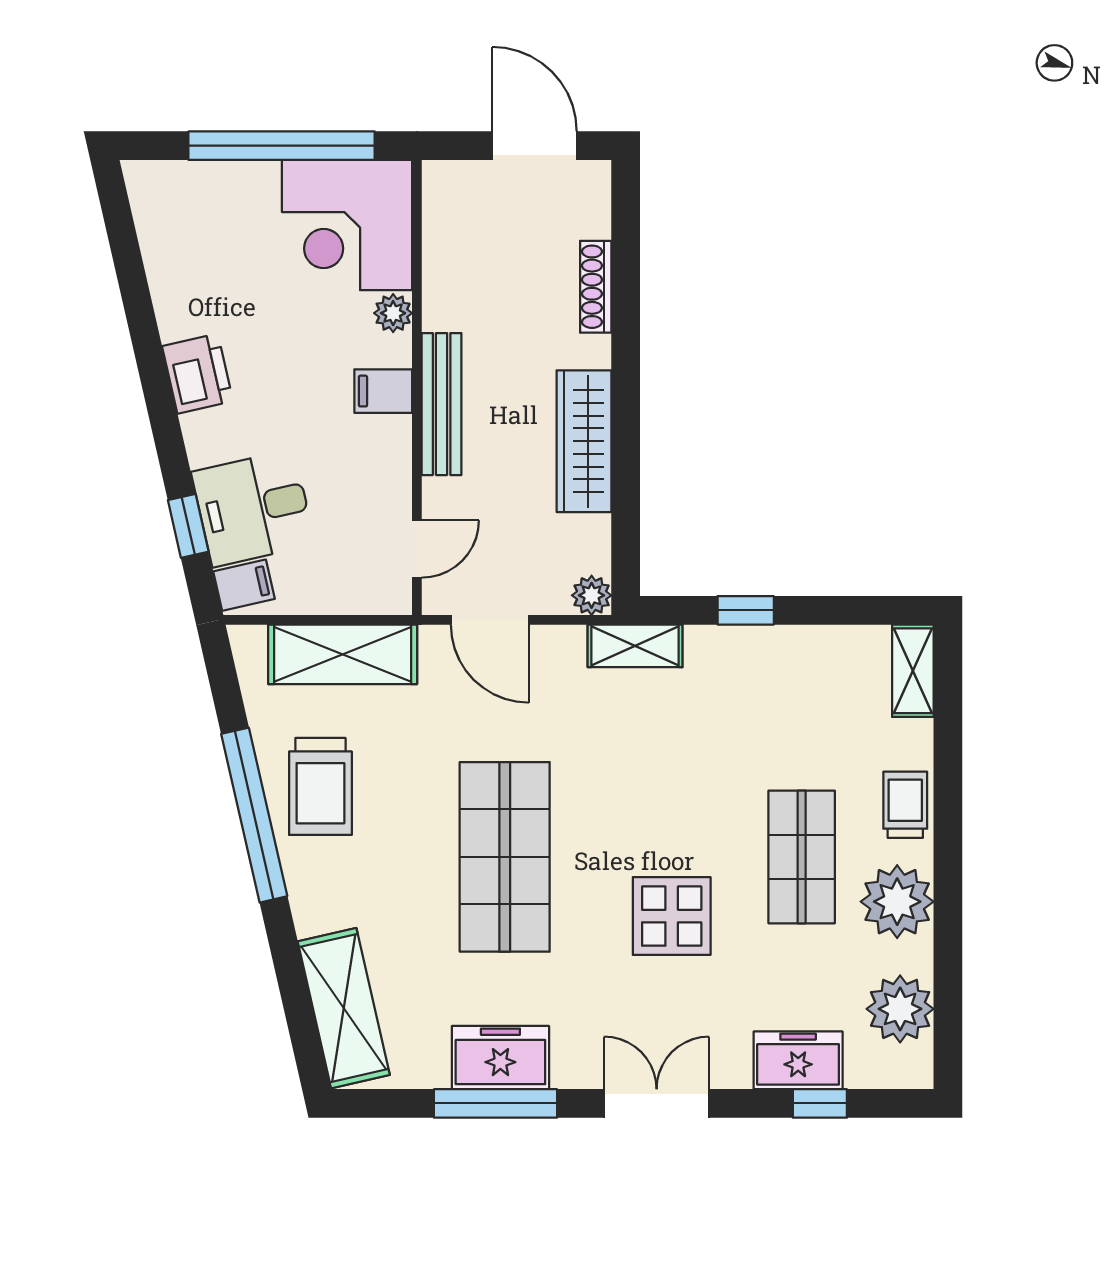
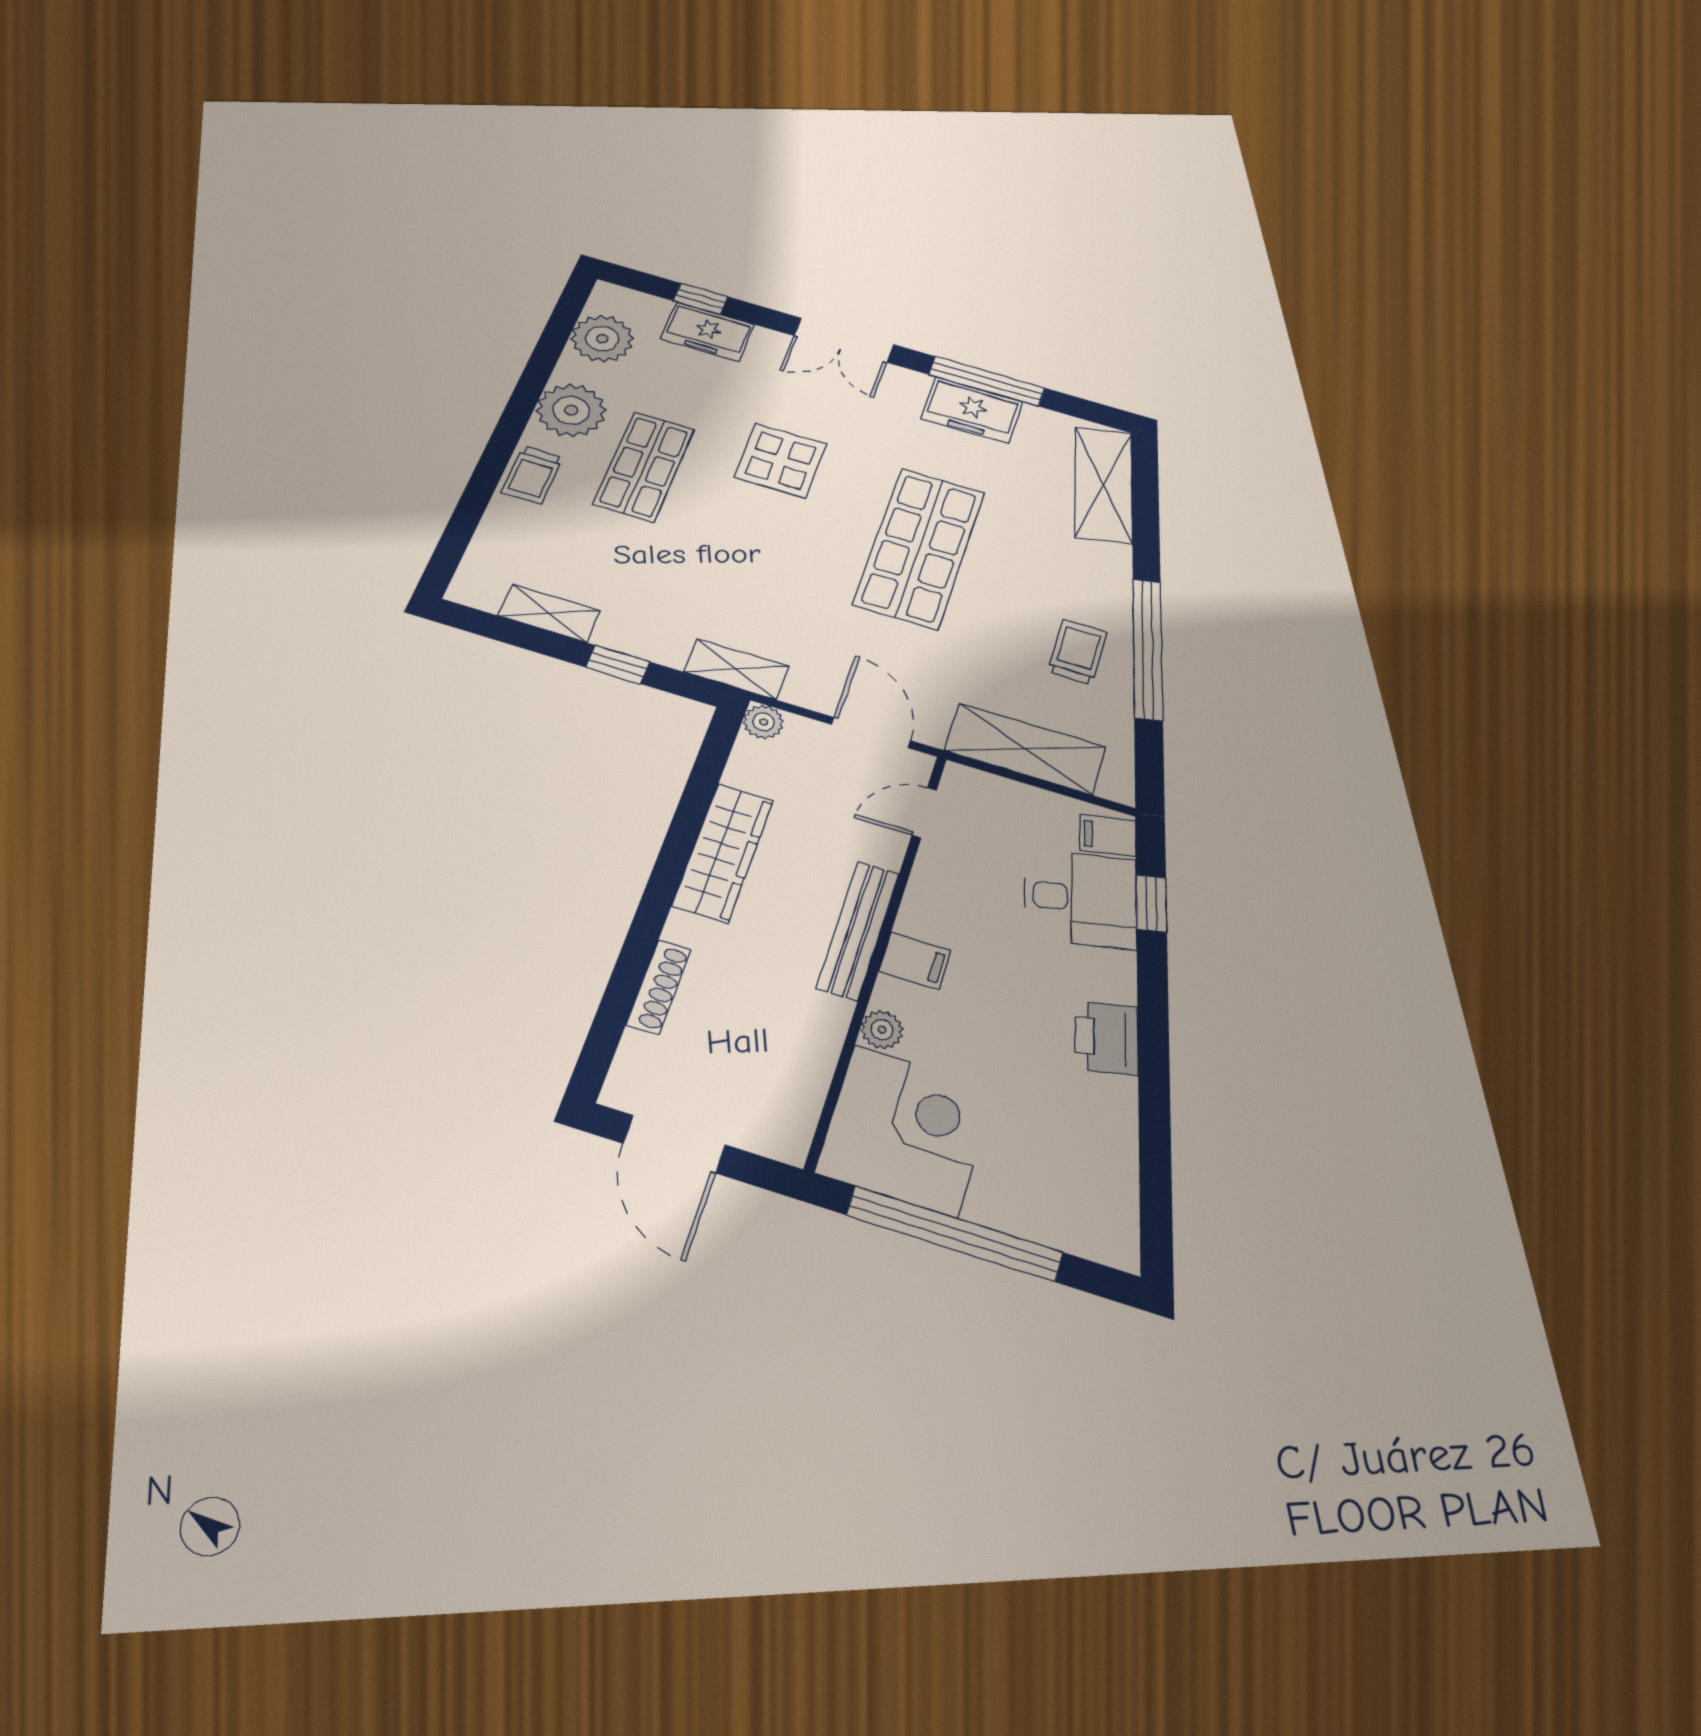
shelving: (913, 671) -> (549, 613), moved, turned 90
trolley: (320, 786) -> (1078, 652), width x0.73, depth x0.72

